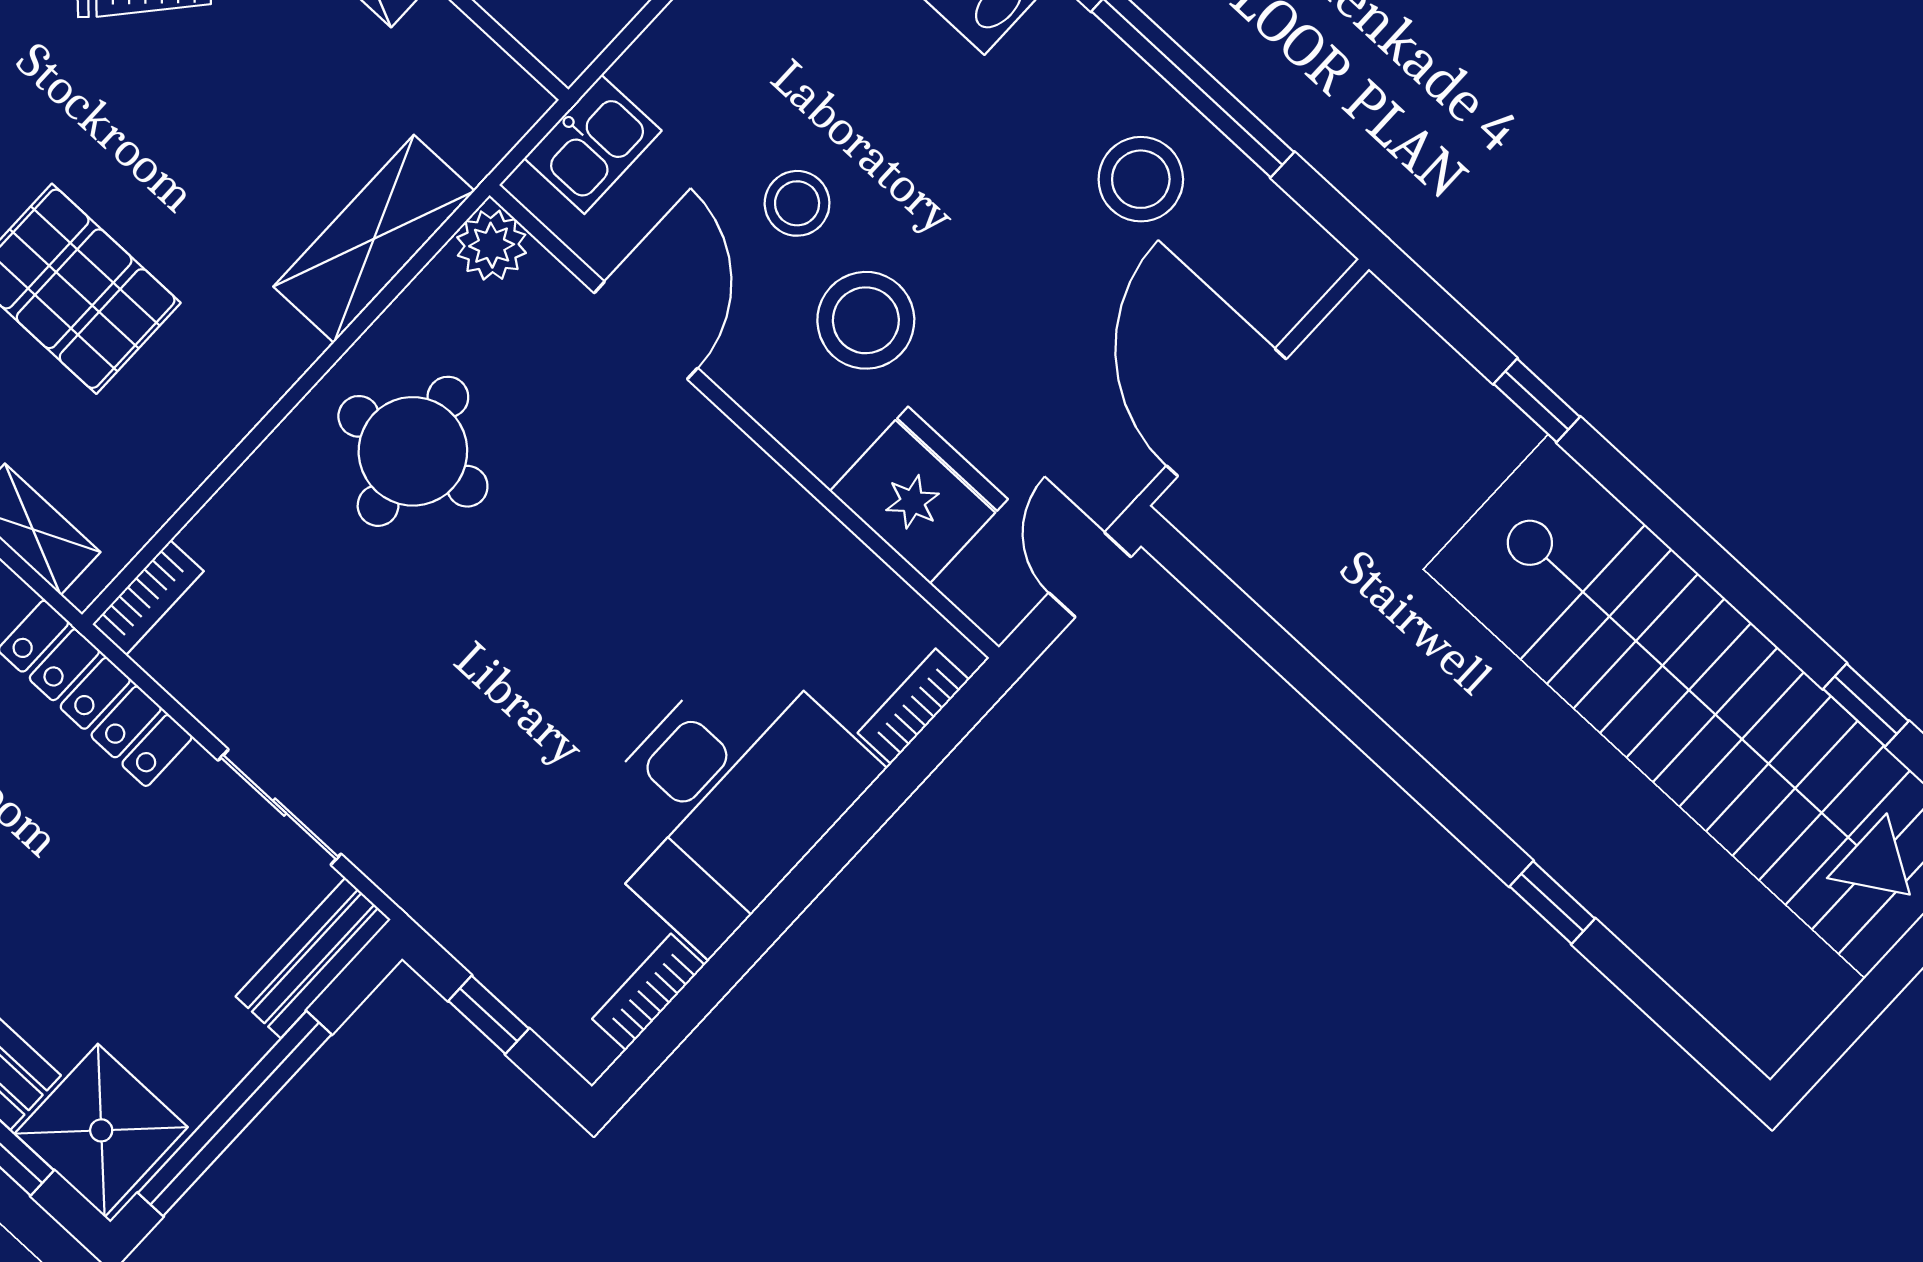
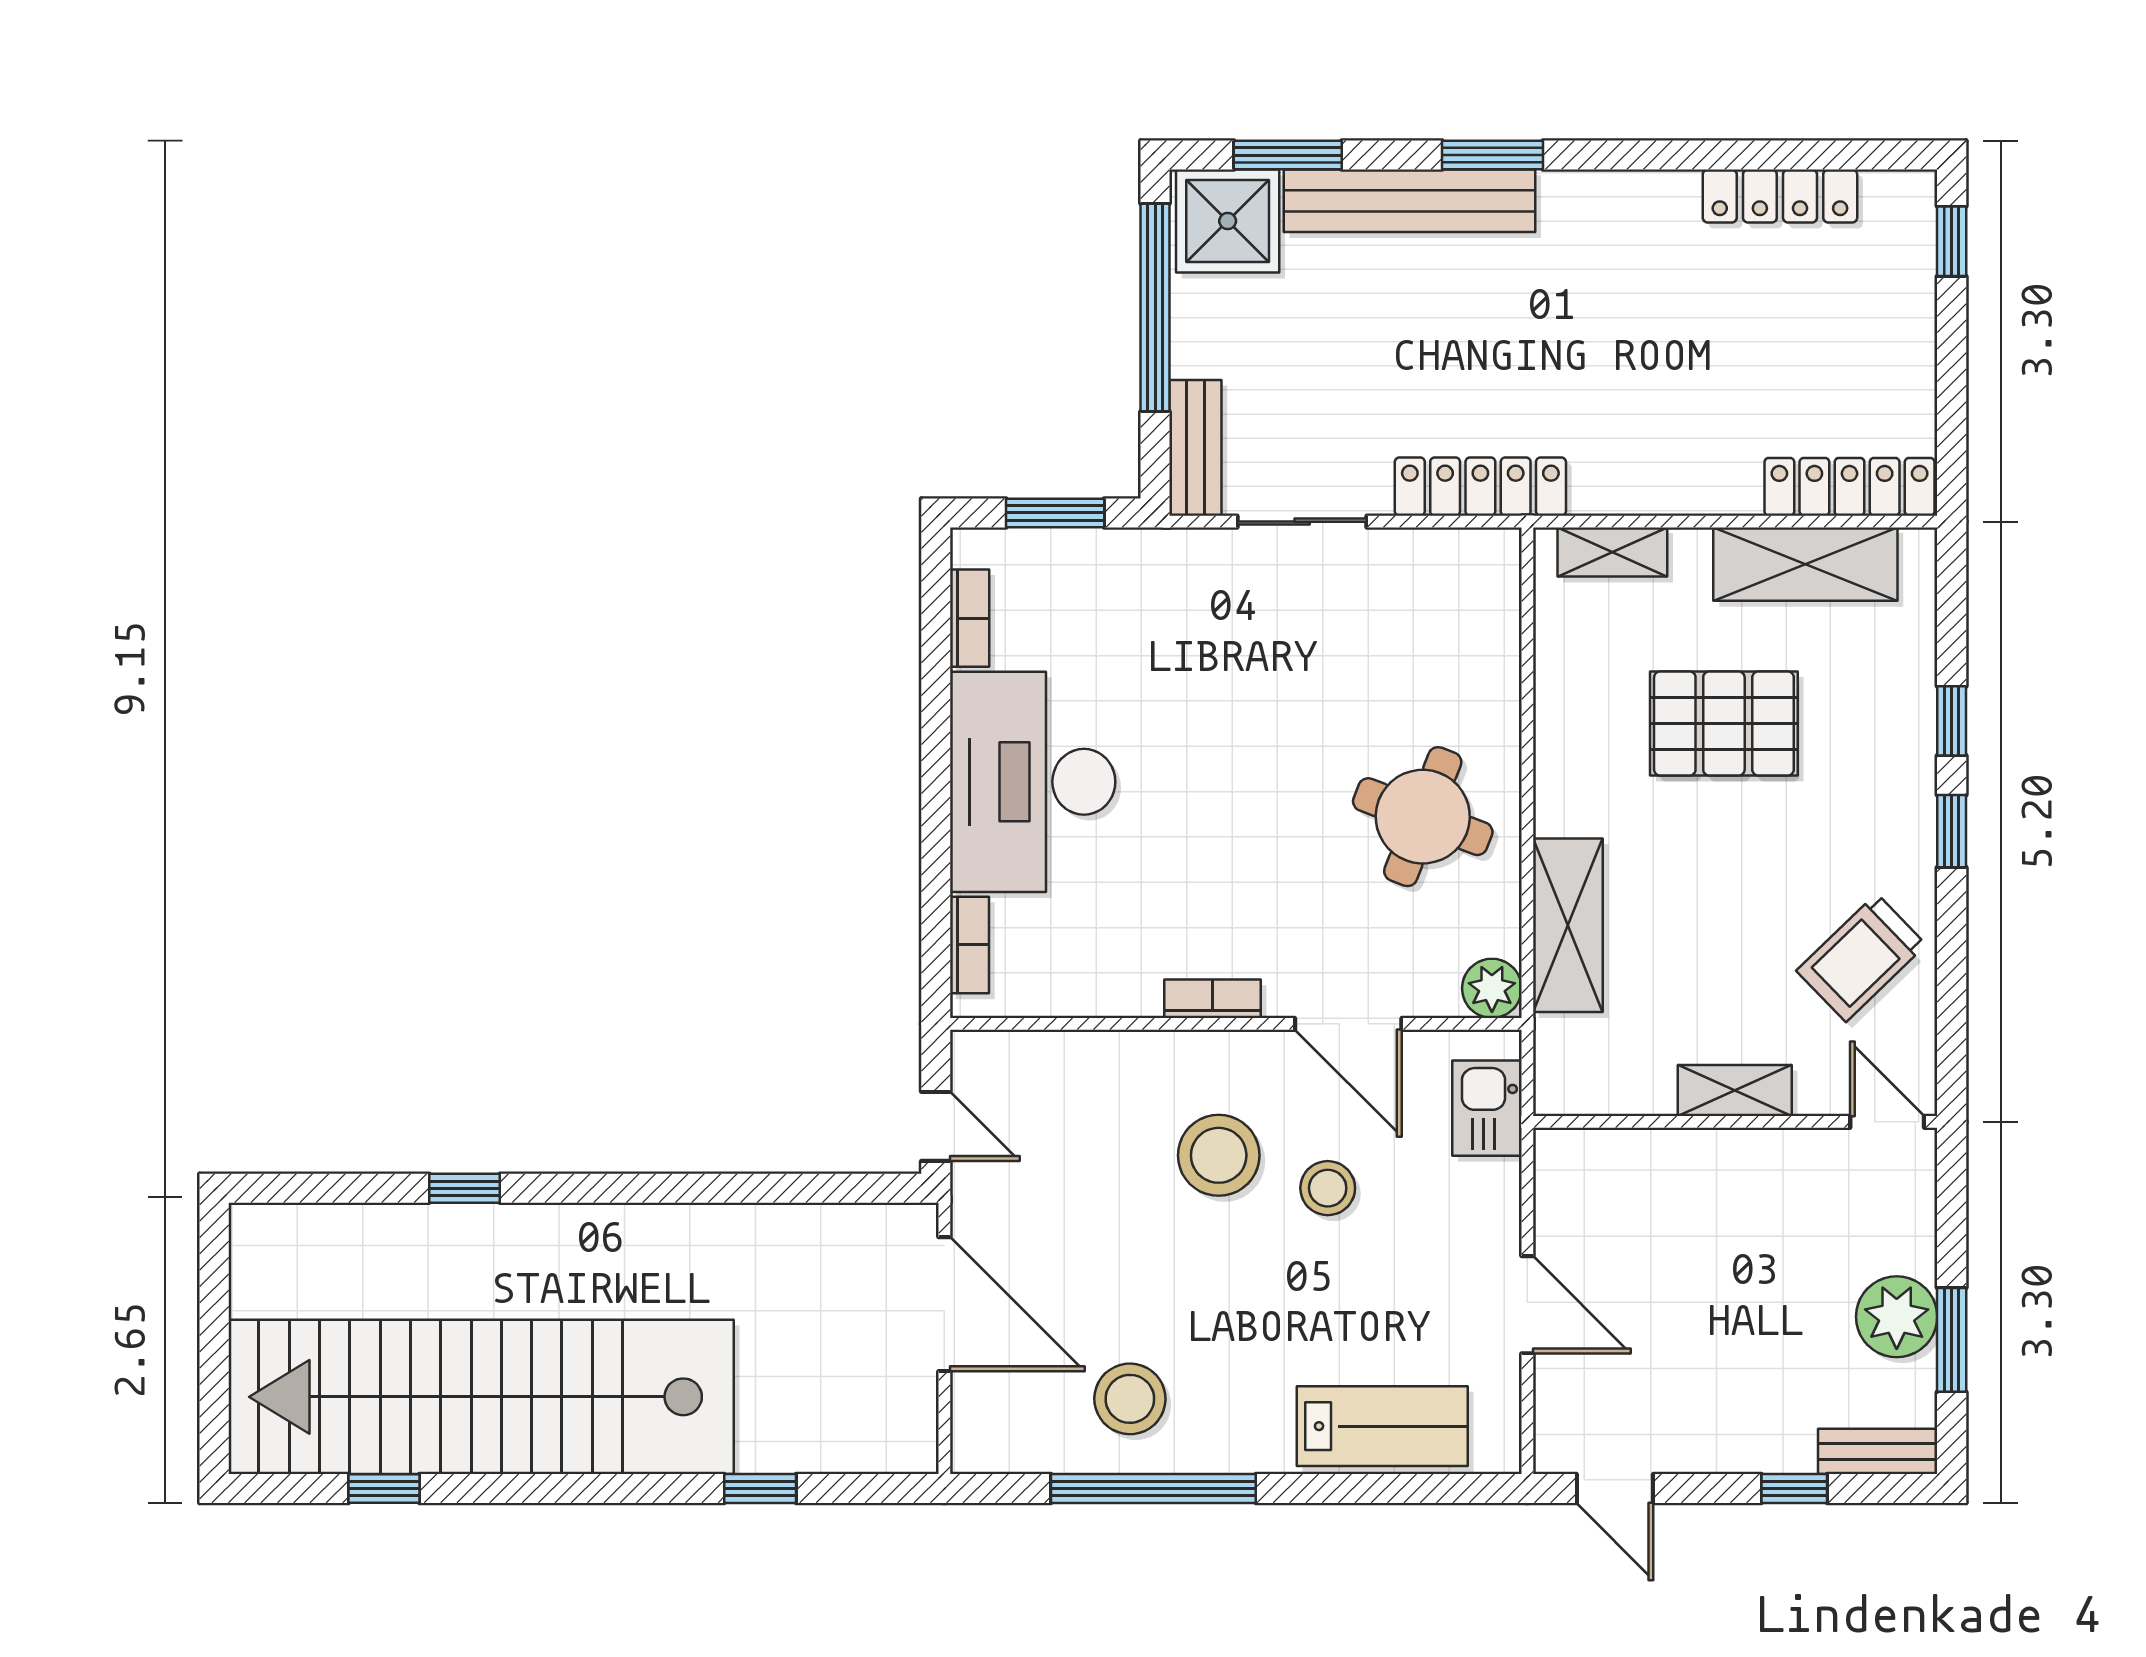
round table: (413, 451) -> (1423, 817), turned 31
fridge: (919, 495) -> (1086, 1078), removed
bookcase: (148, 598) -> (1212, 999), moved, turned 90
window: (489, 1015) -> (1055, 513), width x1.50

